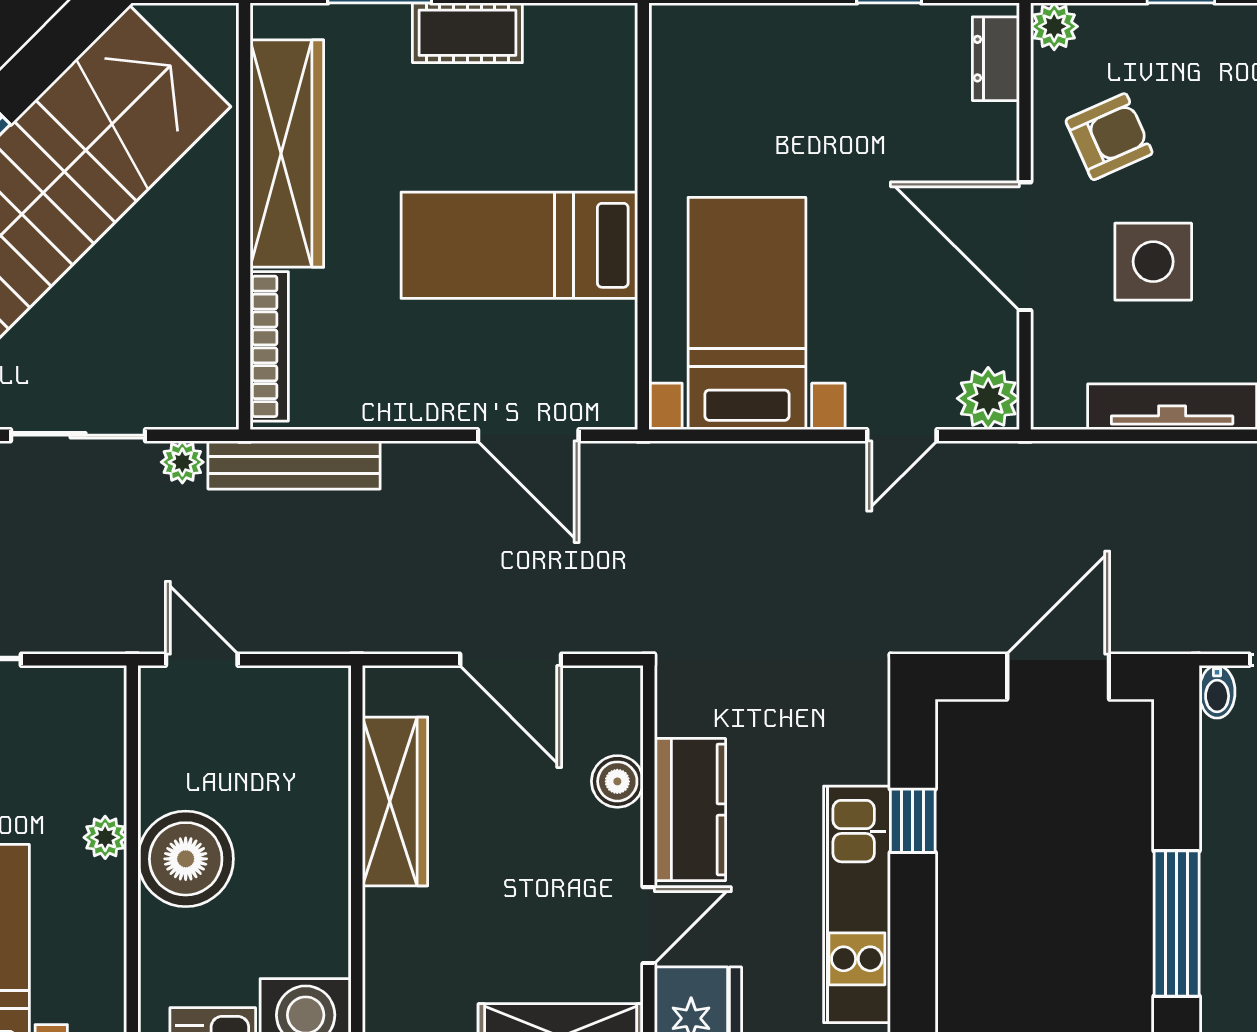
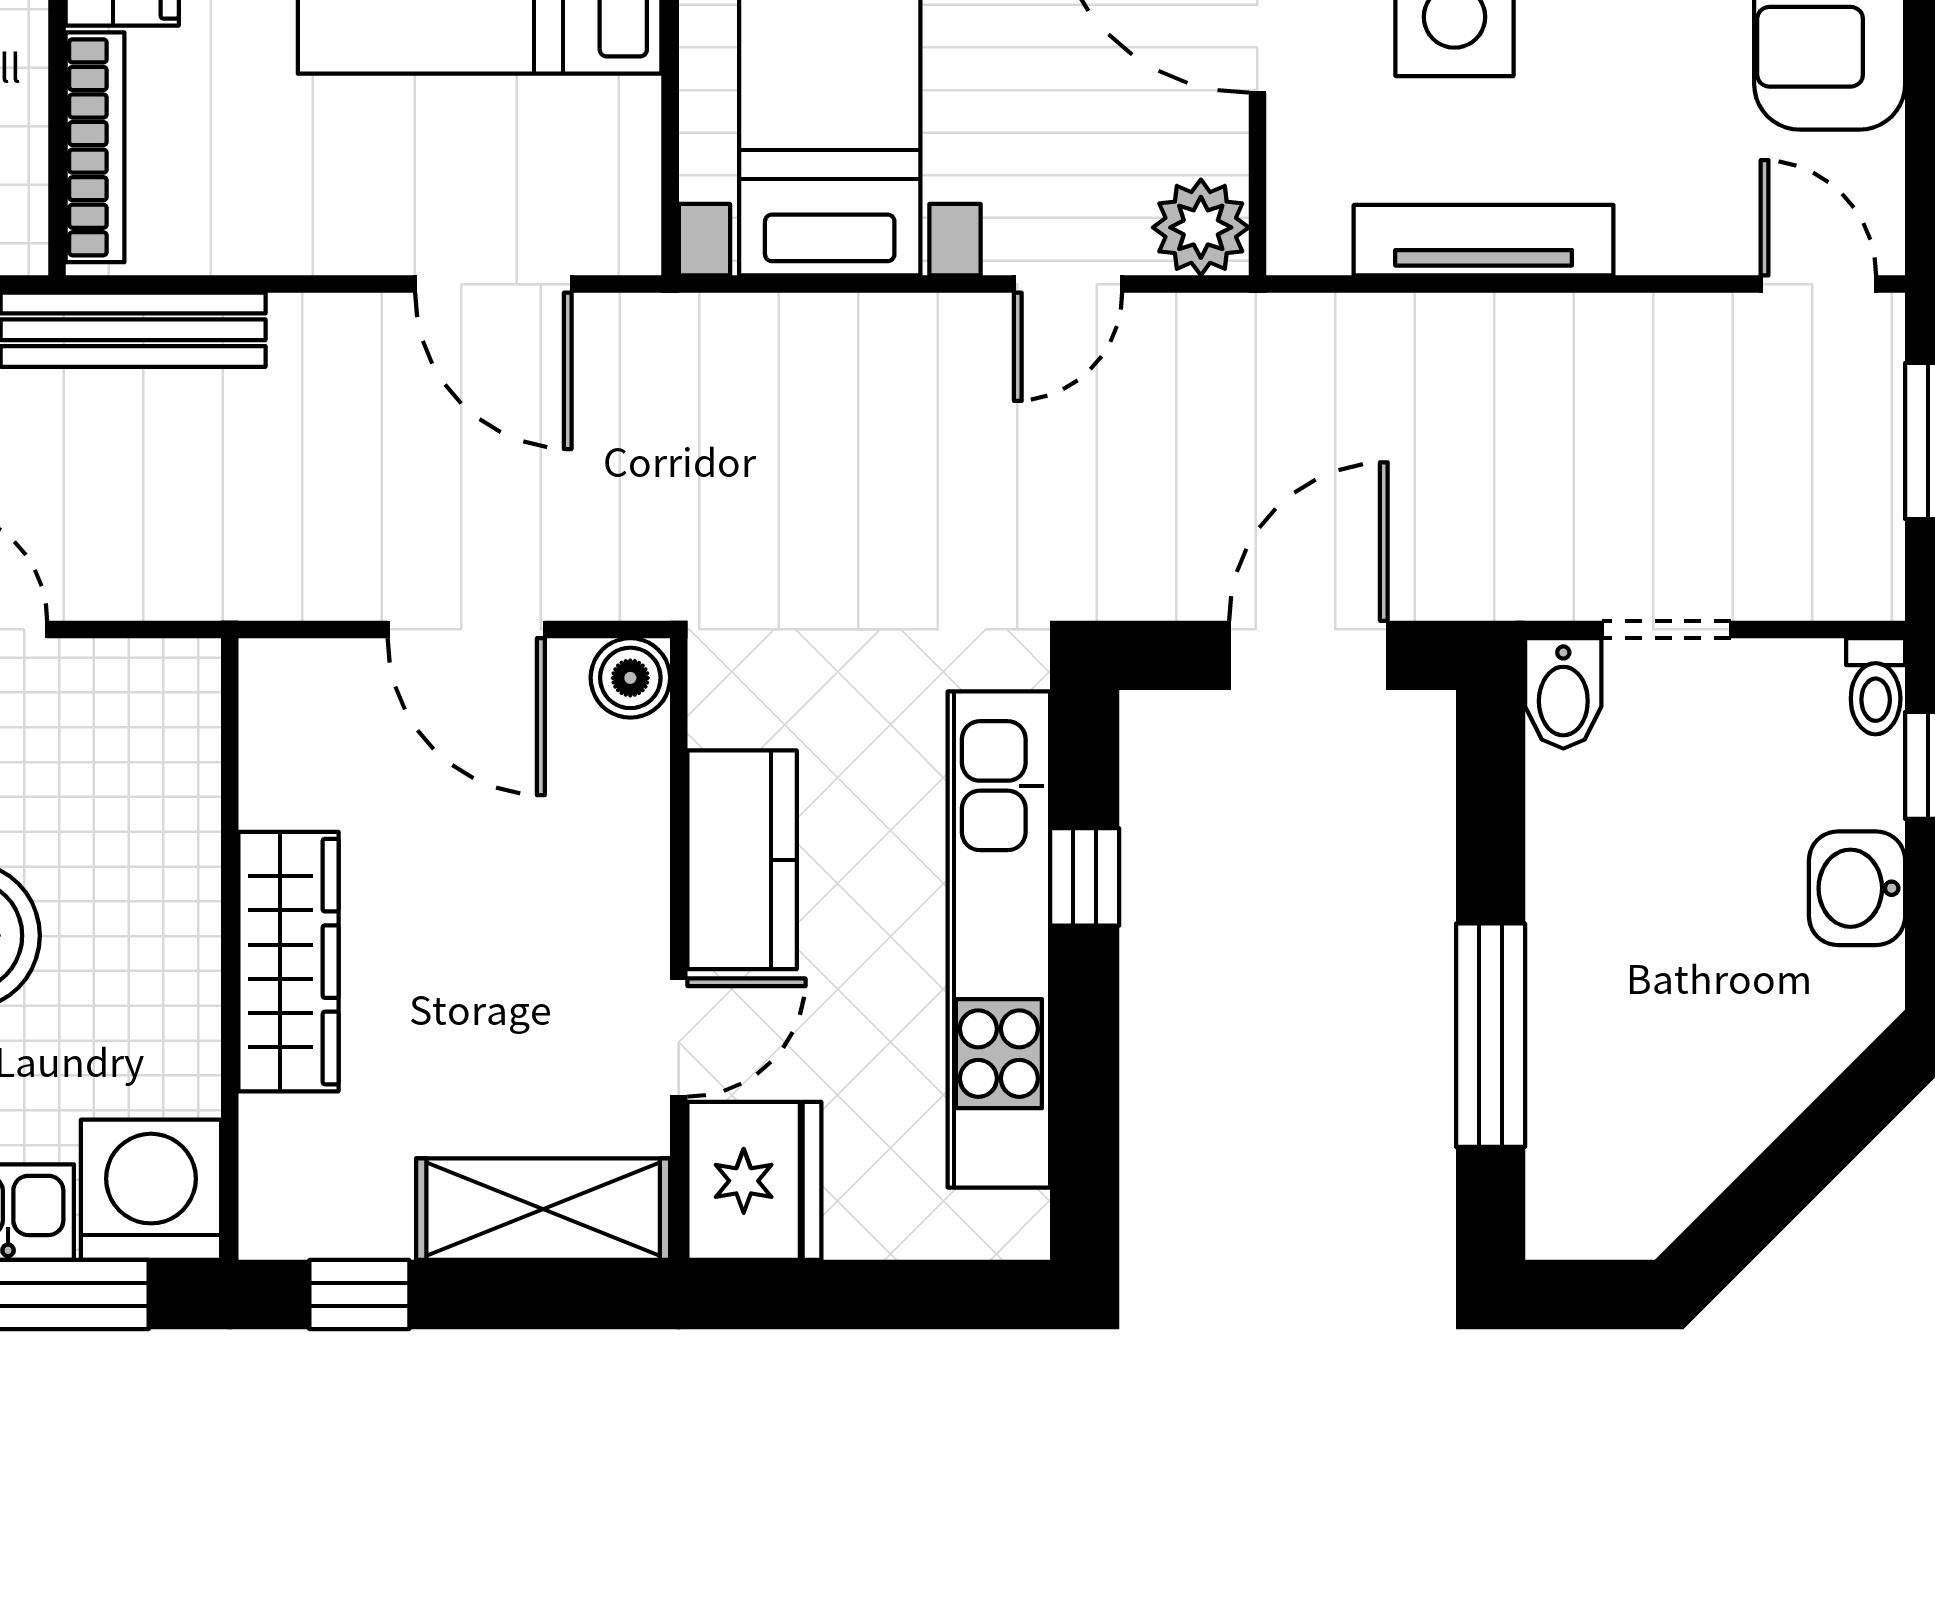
bidet: (1217, 692) -> (1563, 693), width x1.38, depth x1.36
boiler: (617, 781) -> (630, 678), moved
wardrobe: (395, 801) -> (288, 962), moved
kitchen unit: (857, 904) -> (999, 940), width x1.36

